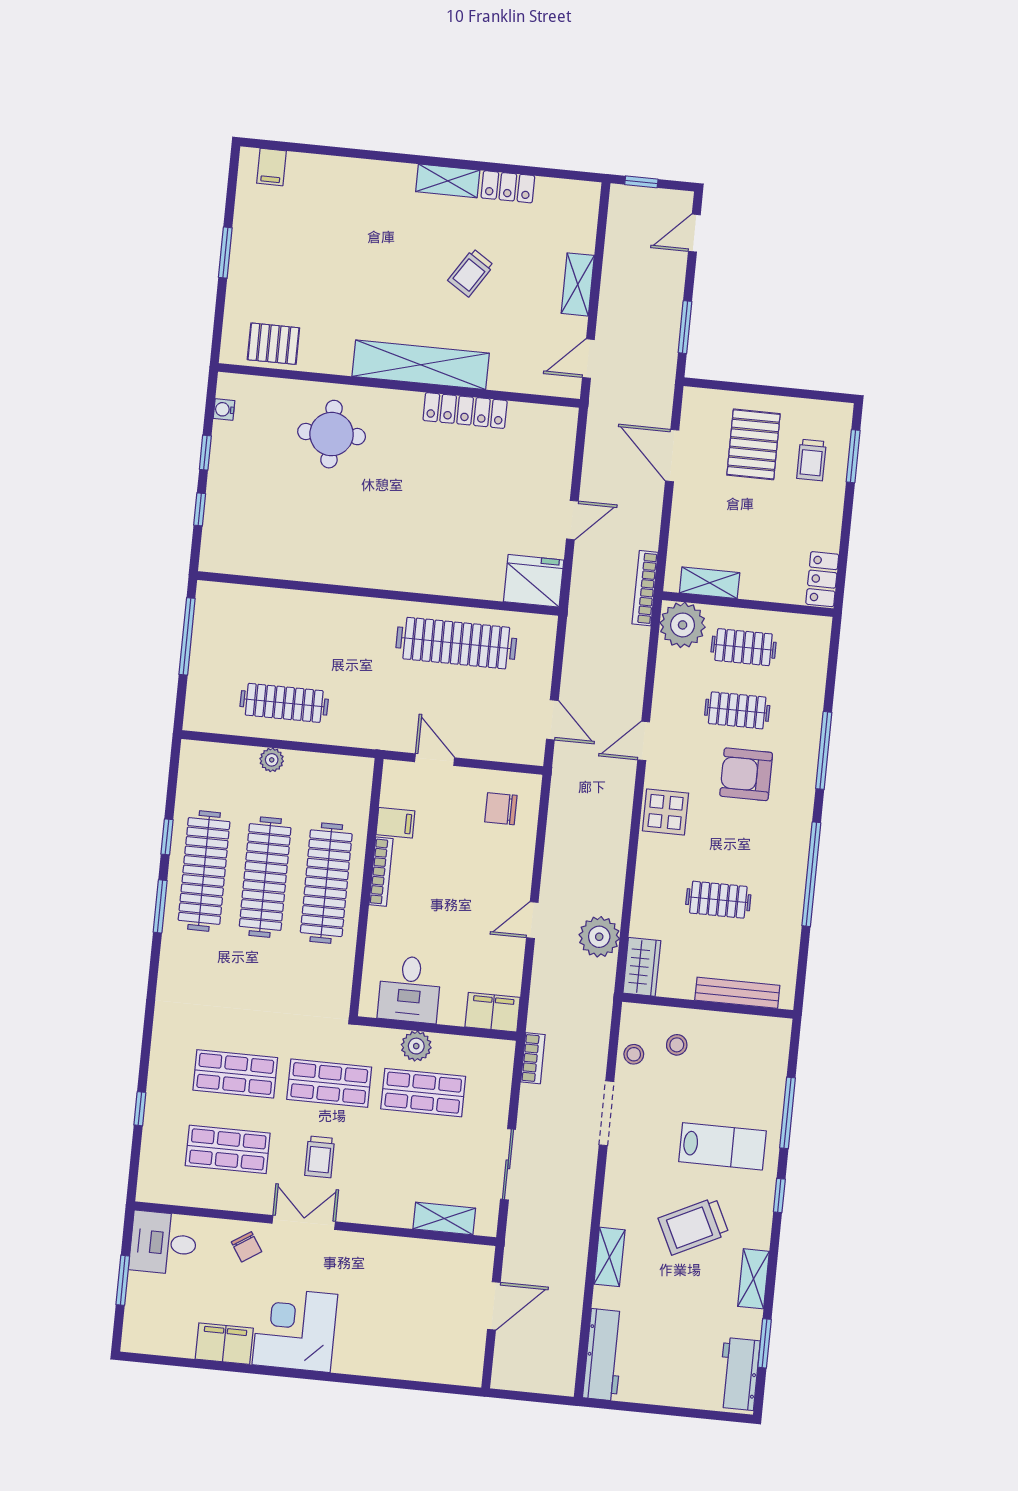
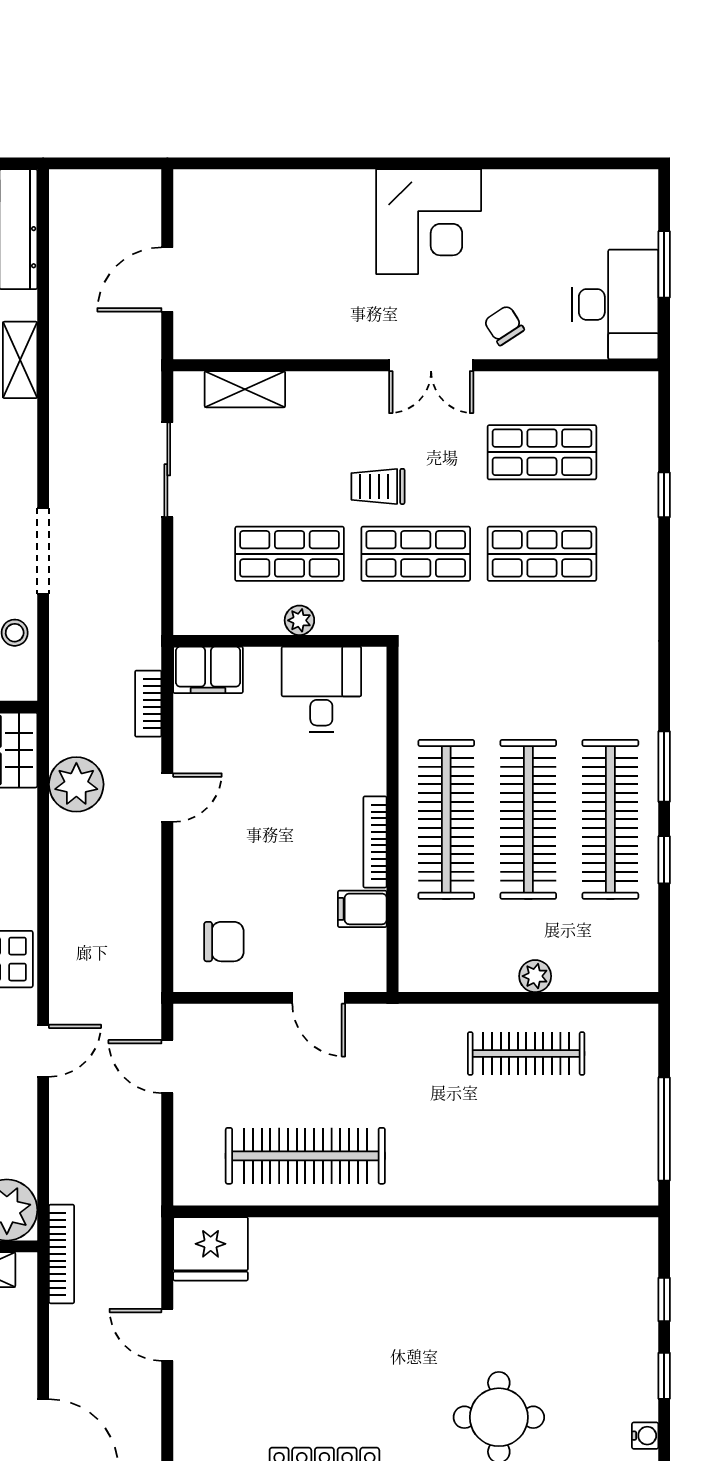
door: (572, 520) -> (167, 1335), hinge flipped
plant: (416, 1046) -> (299, 620), width x0.73, depth x0.73
bookcase: (533, 1058) -> (148, 704), moved
trolley: (320, 1157) -> (378, 486), moved, turned -90
desk: (163, 1243) -> (615, 304), width x1.37
filing cabinet: (224, 1344) -> (521, 194), removed

